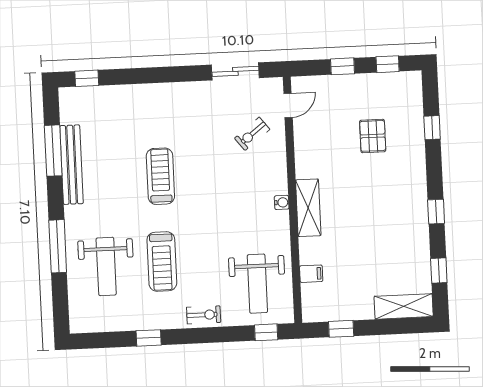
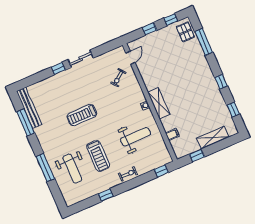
sliding door: (235, 71) -> (81, 59), moved
window: (87, 78) -> (58, 68), moved
window: (432, 128) -> (204, 42), width x2.17
pallet: (373, 136) -> (185, 32), moved
bench: (72, 165) -> (29, 108), moved
treadmill: (160, 176) -> (82, 115), turned -90
weight bench: (257, 284) -> (135, 137), moved, turned -90
shelving: (404, 306) -> (213, 138), moved

